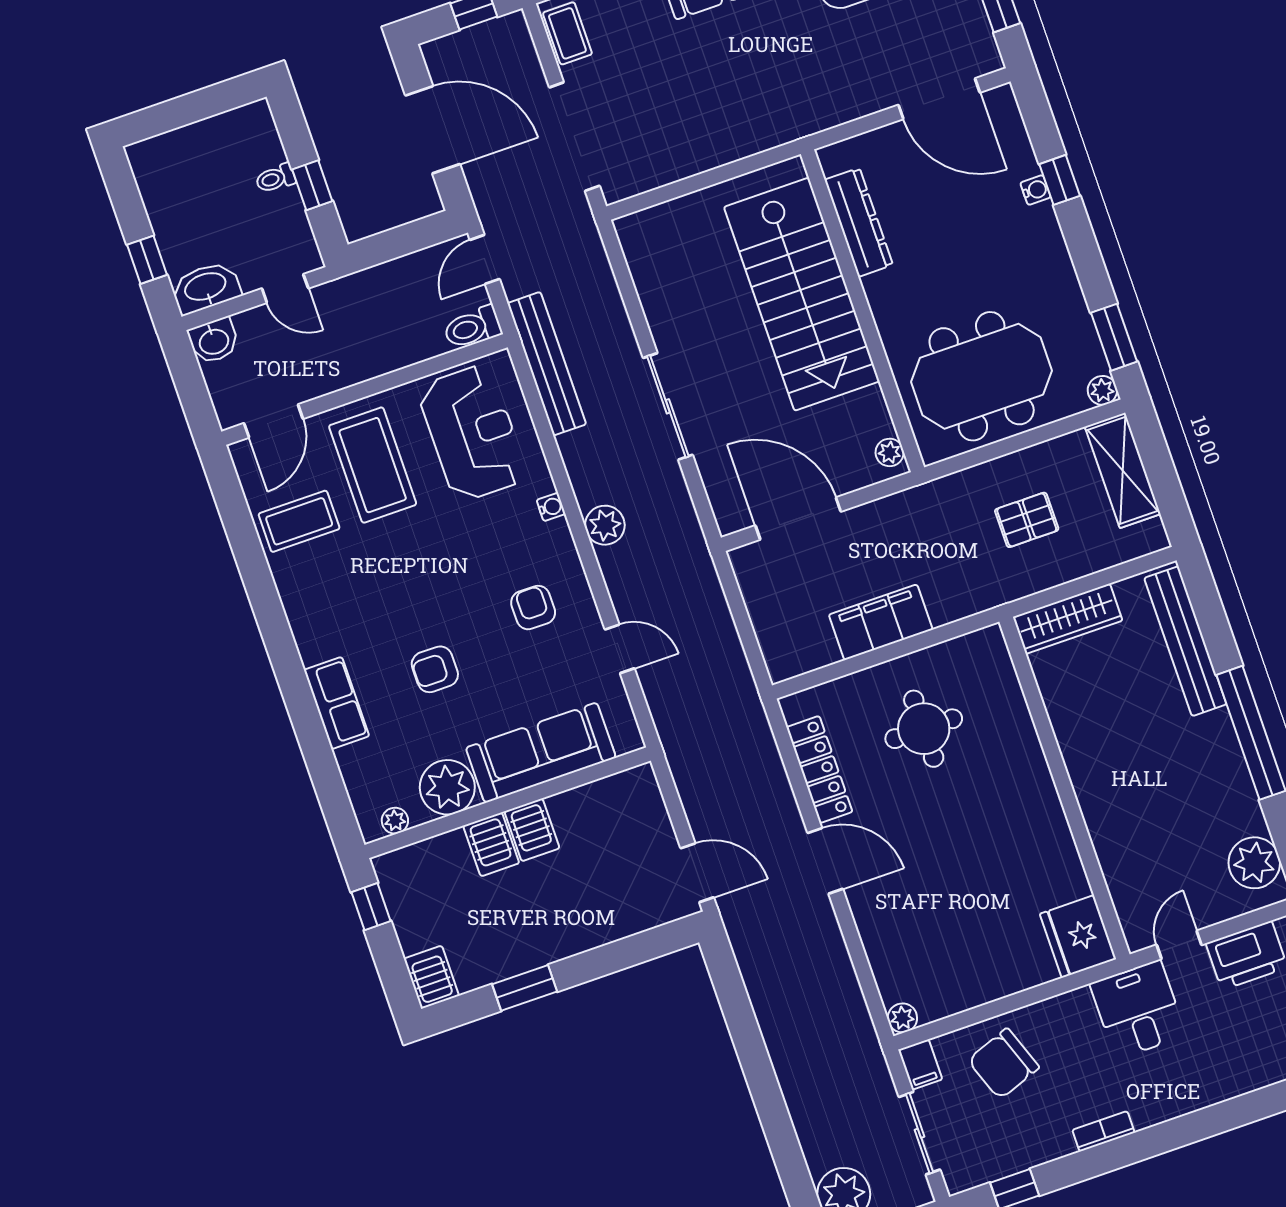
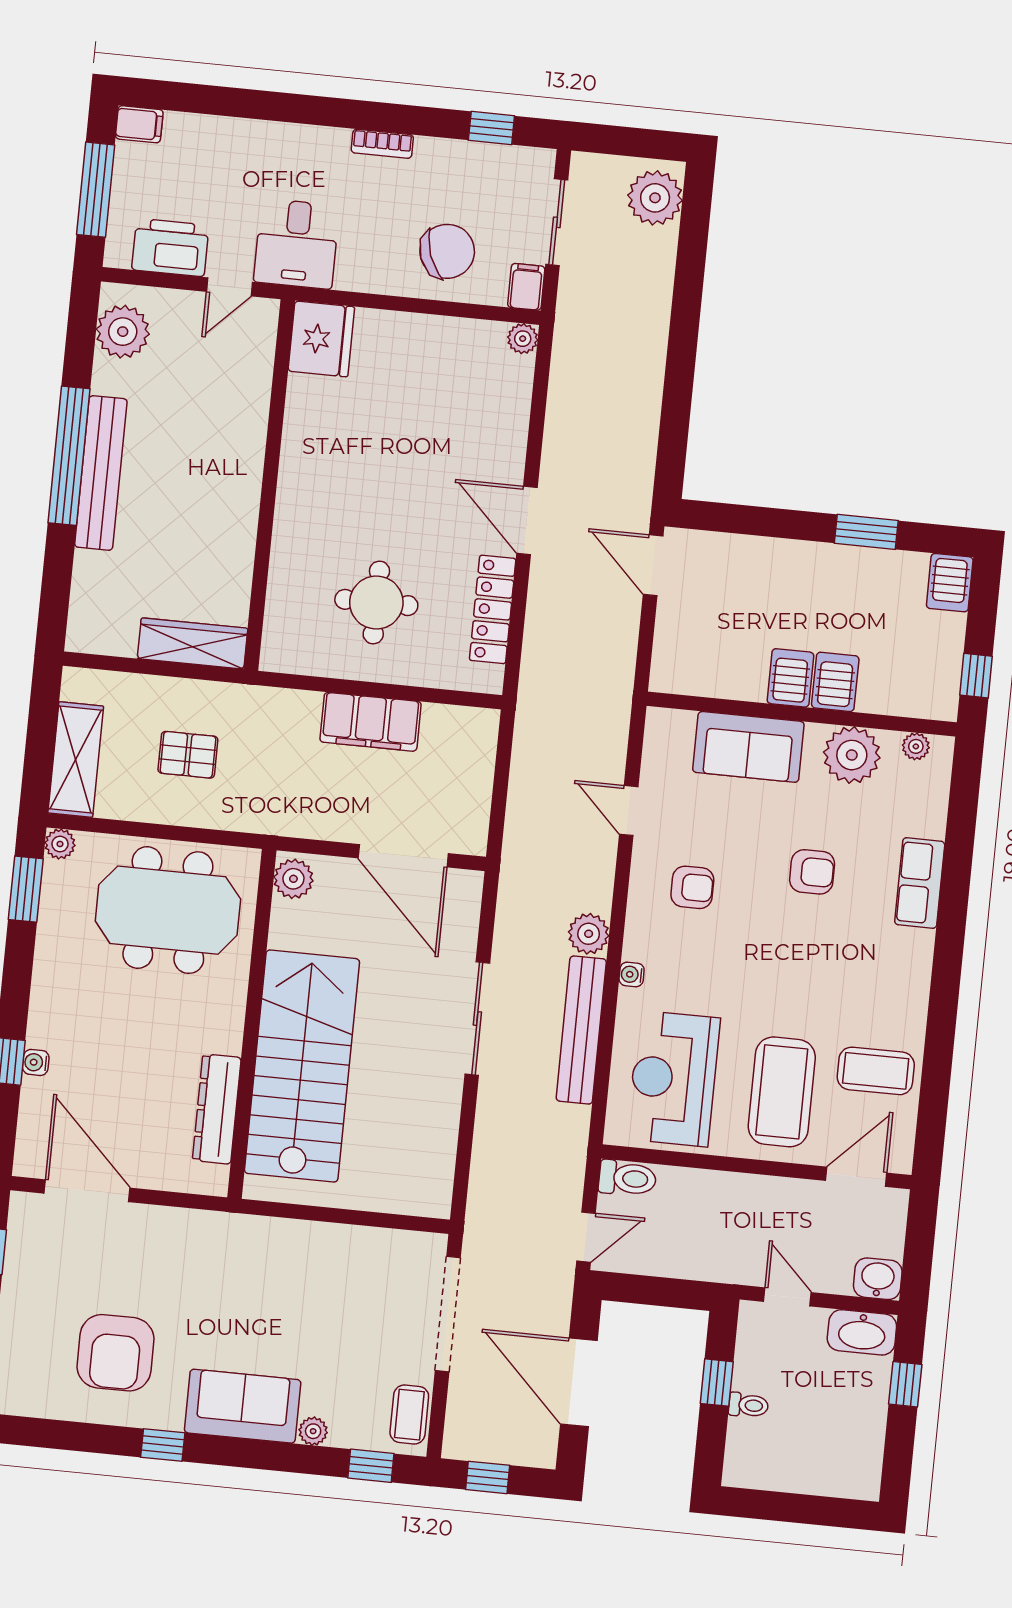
bench: (547, 364) -> (581, 1030), moved
plant: (890, 452) -> (293, 879), width x1.38, depth x1.38
armchair: (533, 608) -> (692, 887), turned -90
bench: (1185, 641) -> (101, 473), moved
sofa: (541, 753) -> (748, 747), width x0.73

